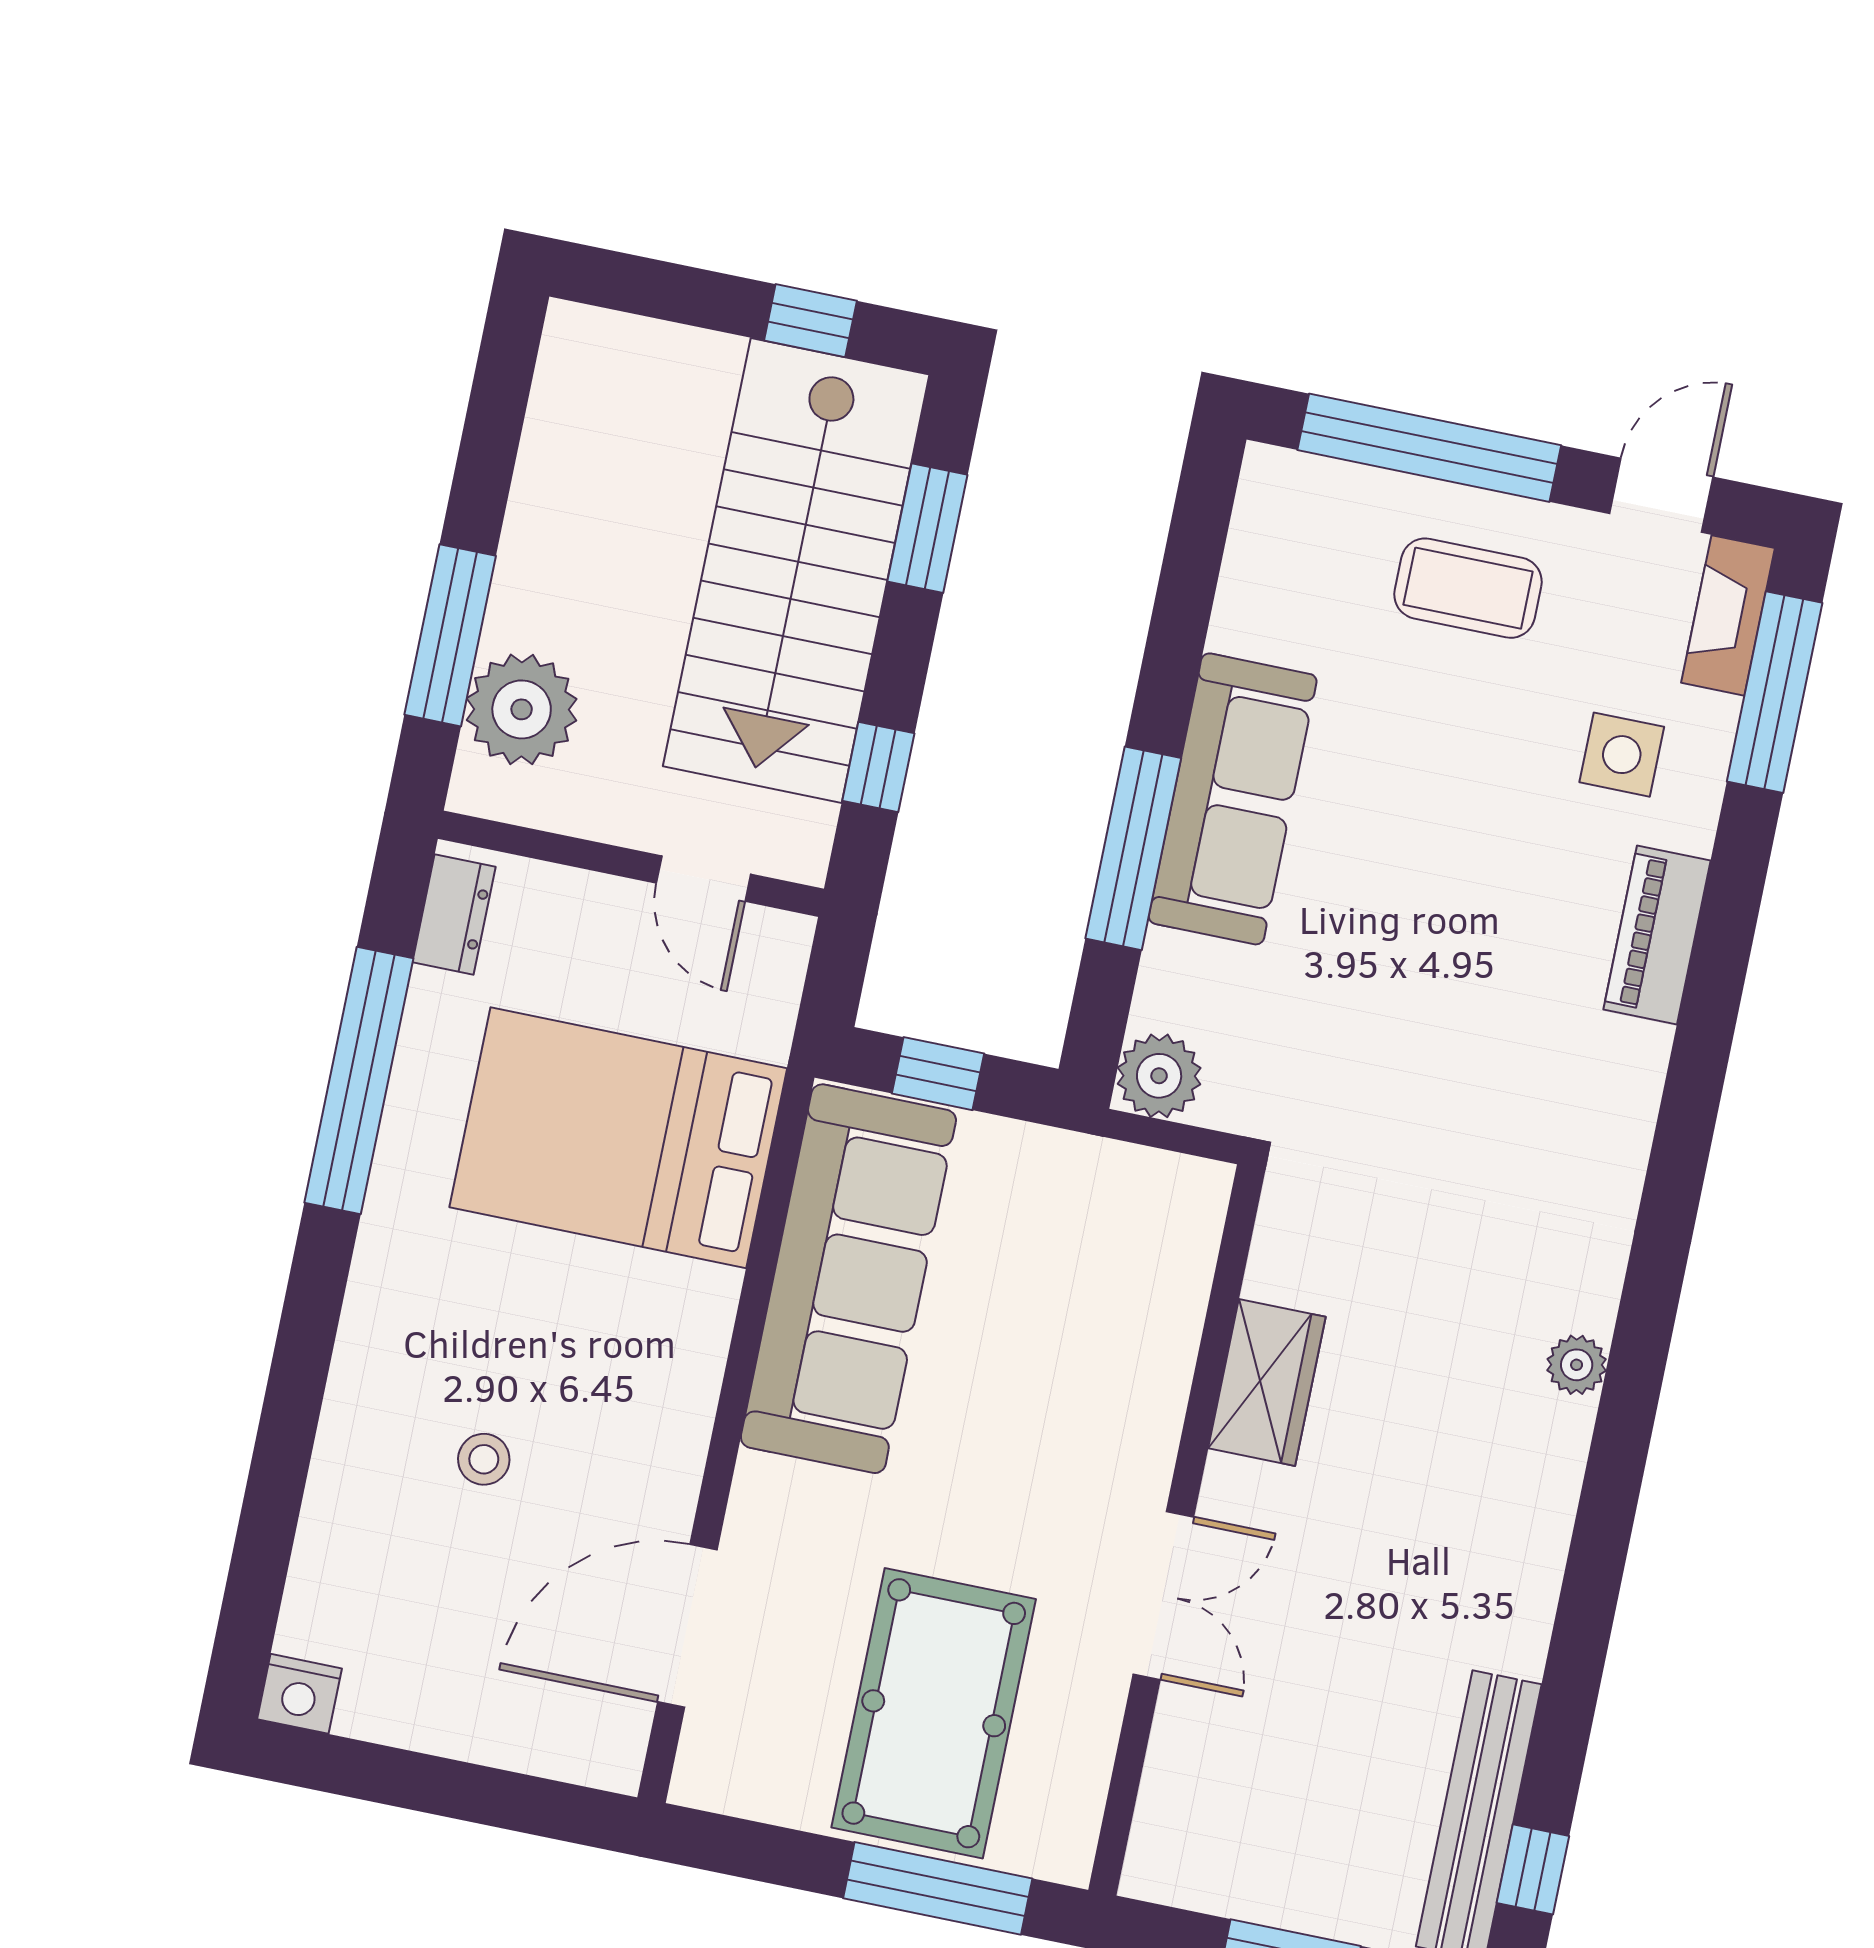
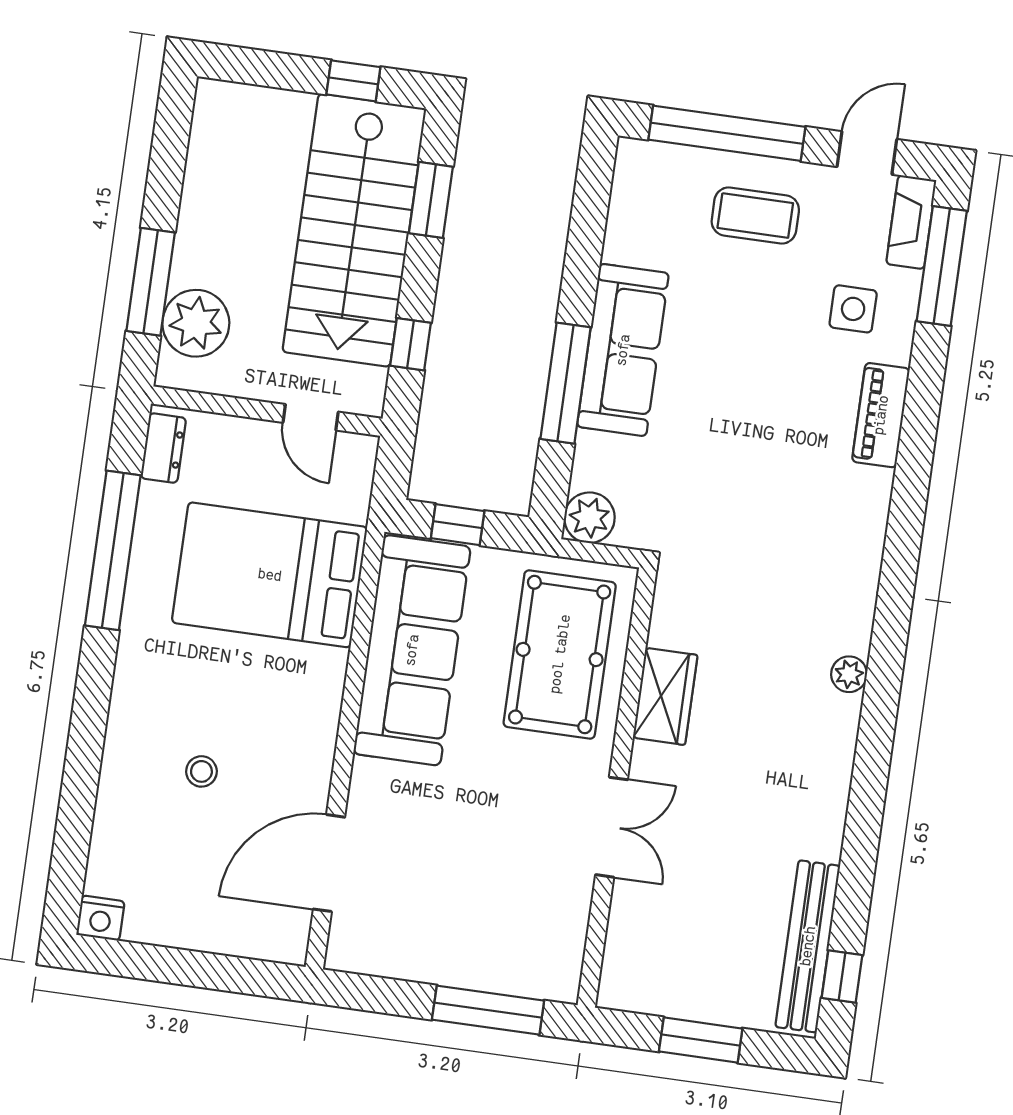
pool table: (934, 1713) -> (560, 654), moved

